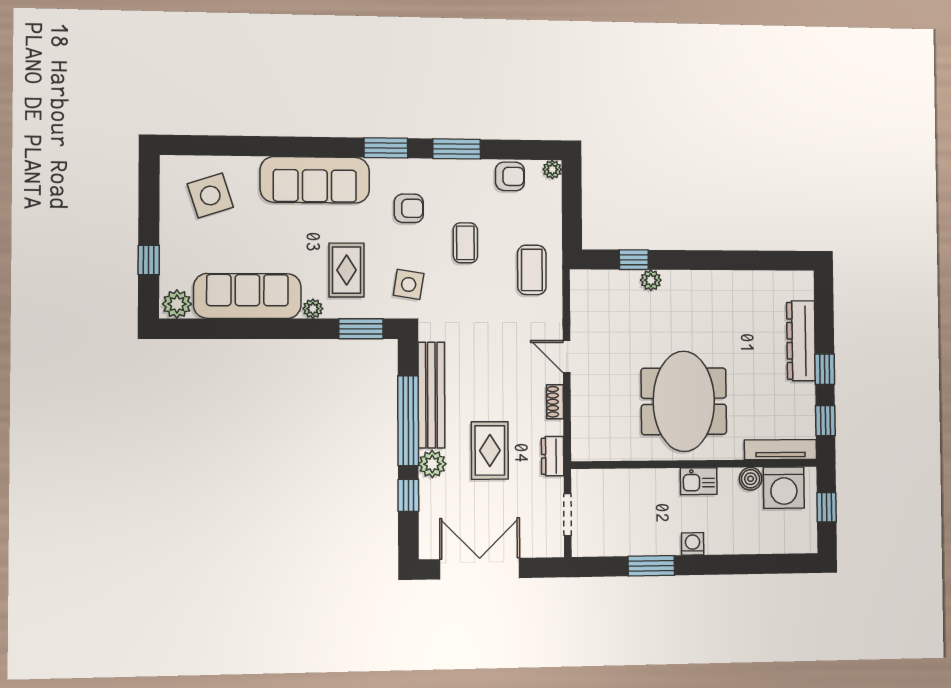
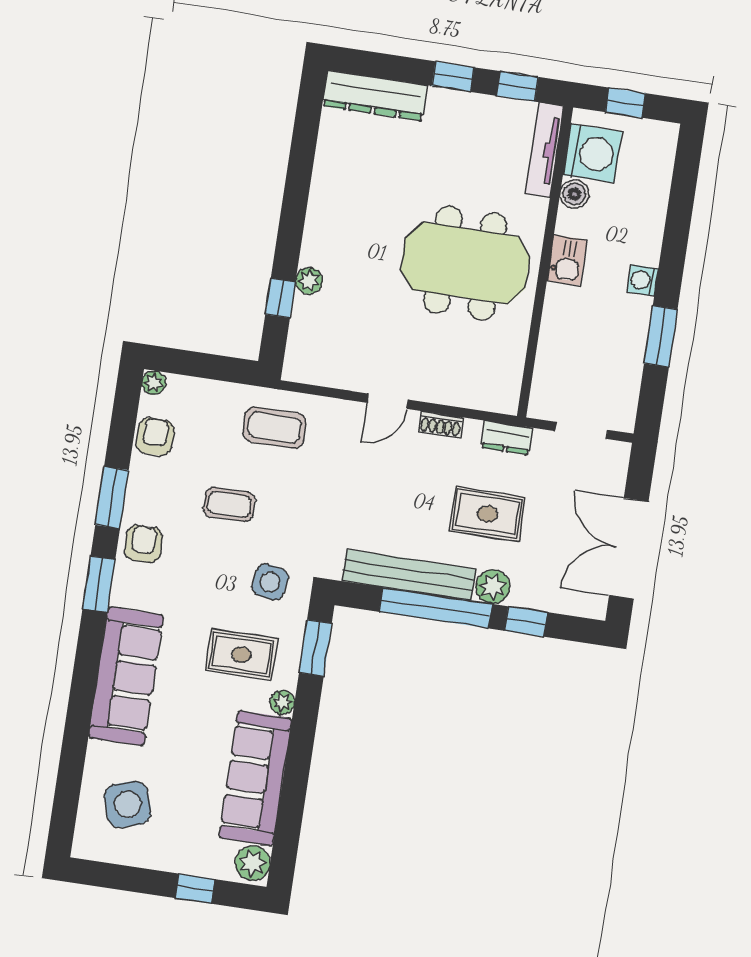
armchair: (409, 208) -> (144, 544), moved
dresser: (801, 341) -> (375, 96), moved

